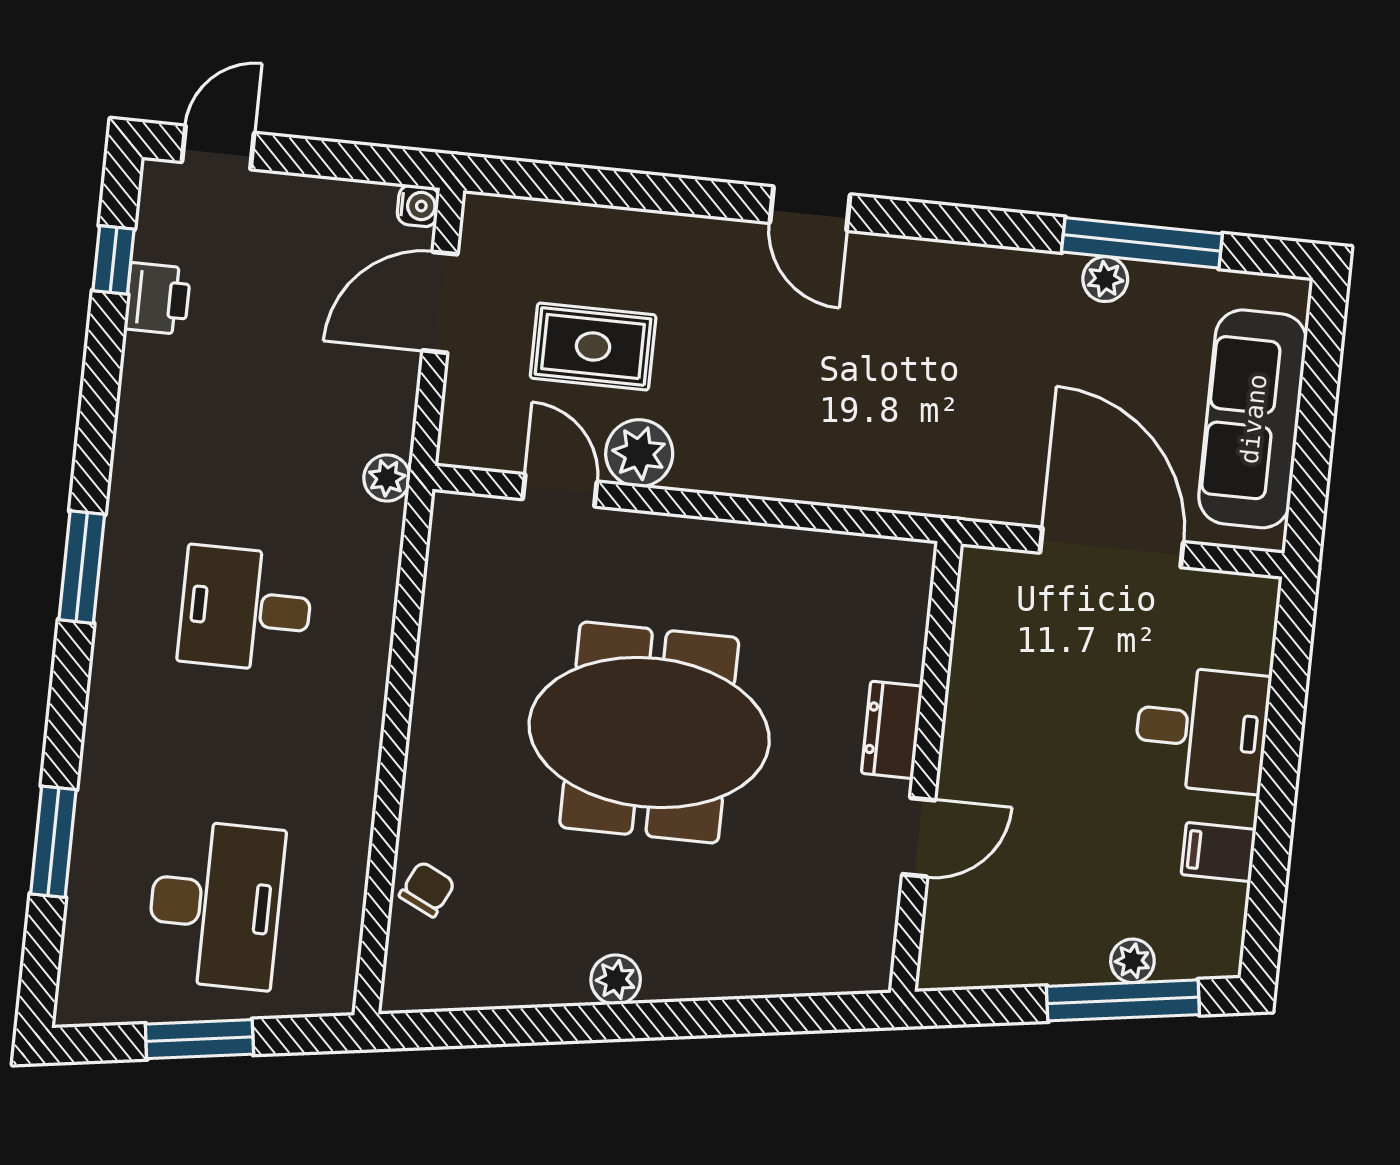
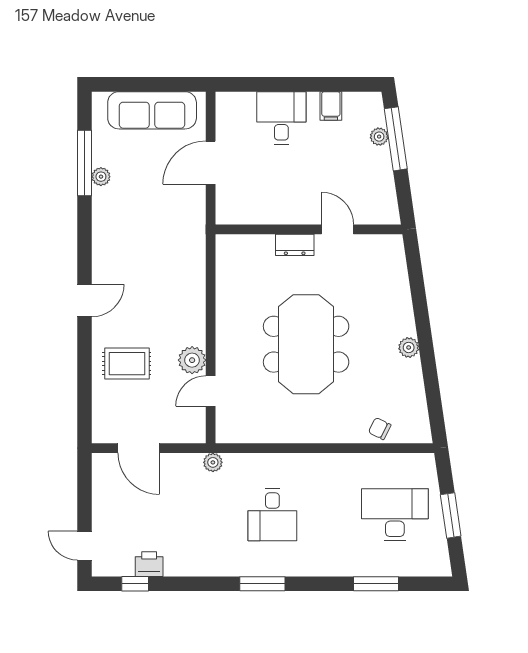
water cooler: (418, 206) -> (100, 461), removed
rug: (593, 347) -> (127, 364), moved, turned 90
door: (1112, 547) -> (211, 163), width x0.73

